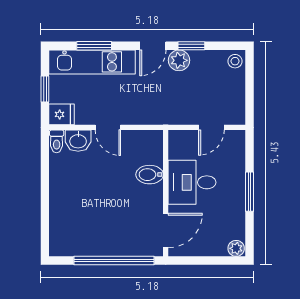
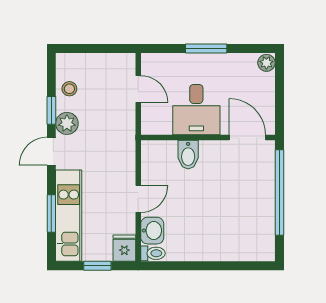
door: (153, 46) -> (51, 151), swing flipped
stool: (235, 61) -> (69, 89), moved

